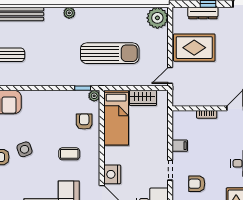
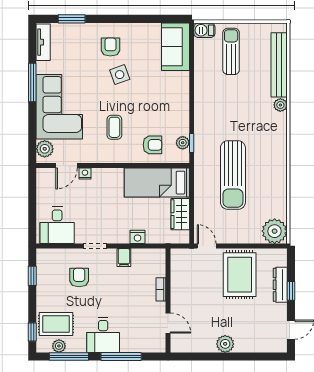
plant: (69, 13) -> (280, 105), moved
plant: (94, 96) -> (183, 143), moved
nightstand: (162, 134) -> (138, 237), added
nightstand: (112, 174) -> (85, 174), width x0.53, depth x0.56

